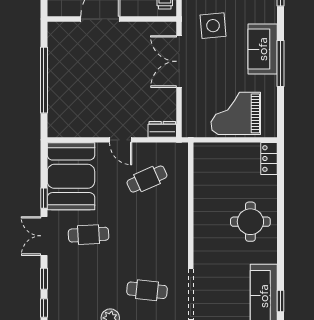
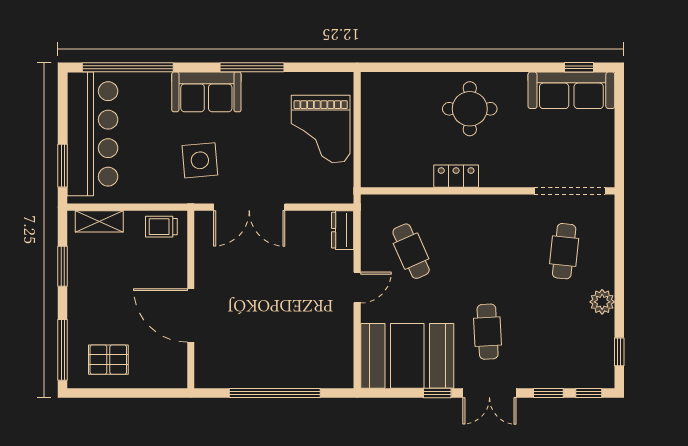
sofa: (263, 49) -> (206, 92), moved
locker: (269, 159) -> (456, 176), moved, turned 180

